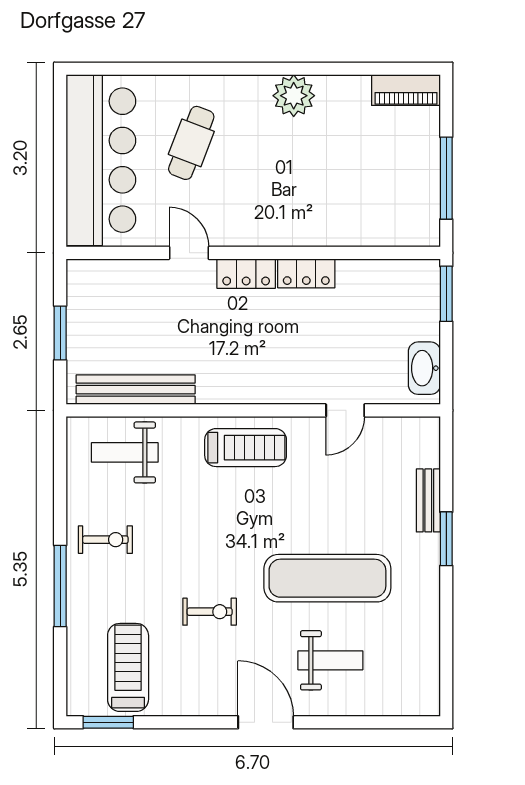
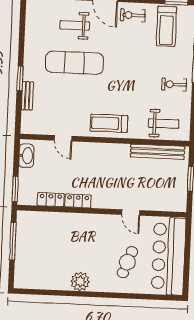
piano: (406, 90) -> (29, 282), removed
locker: (246, 274) -> (51, 200), moved
door: (345, 410) -> (63, 138), swing flipped
exercise bike: (210, 612) -> (133, 15), moved

